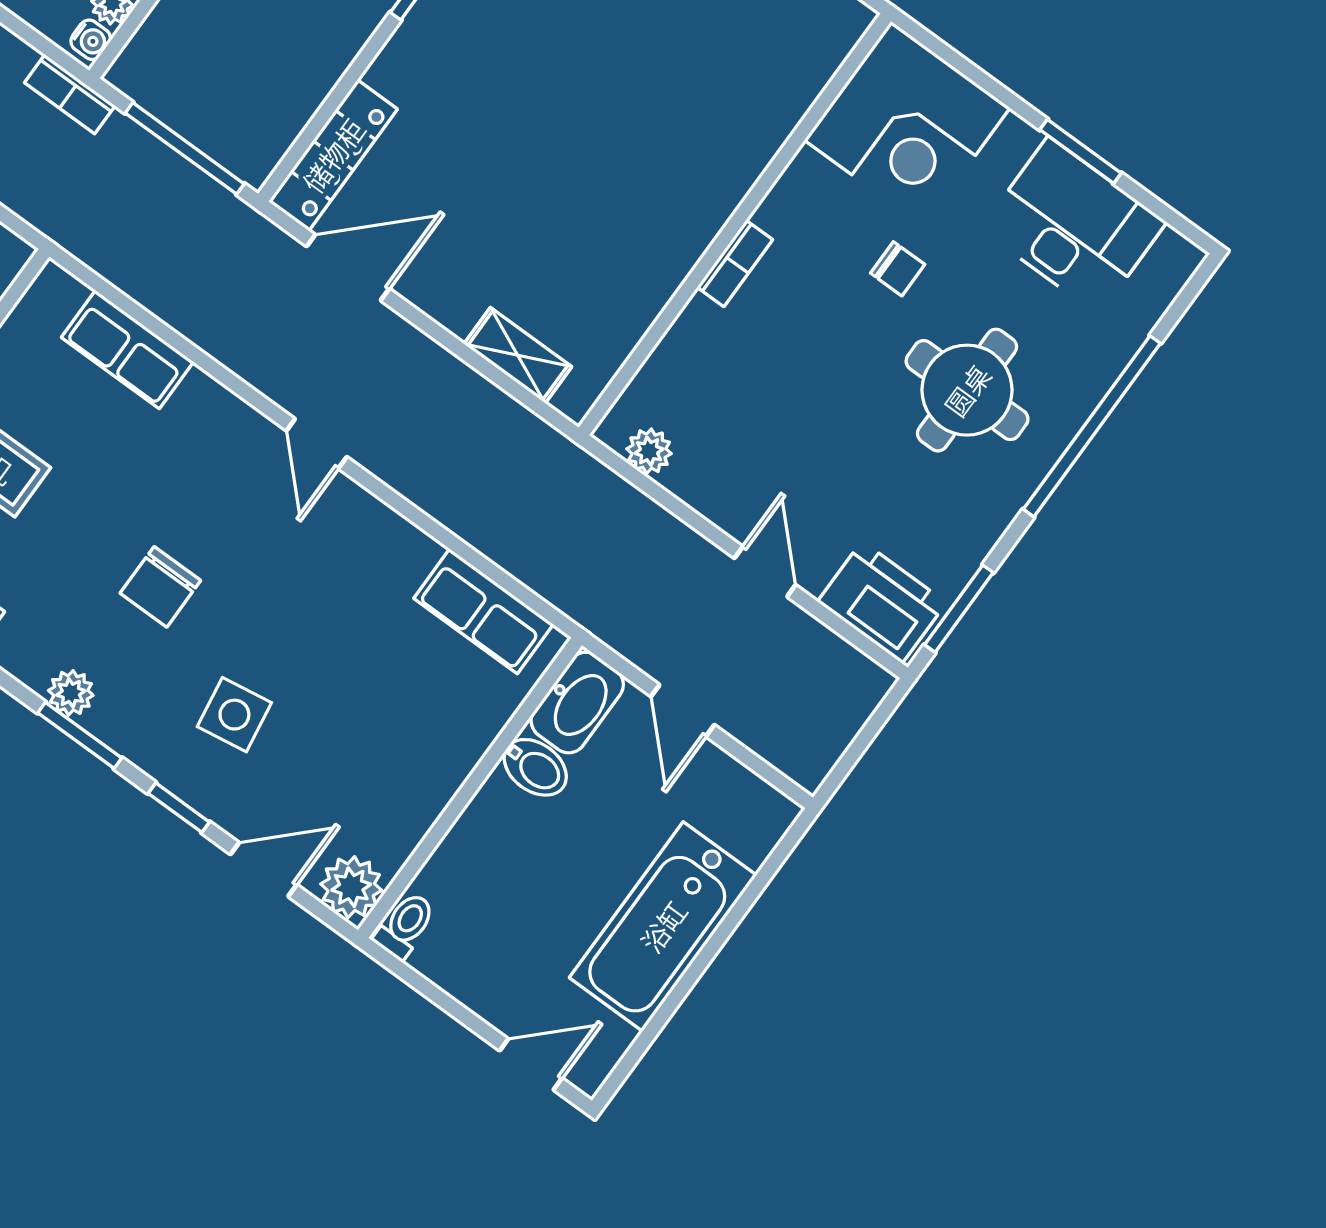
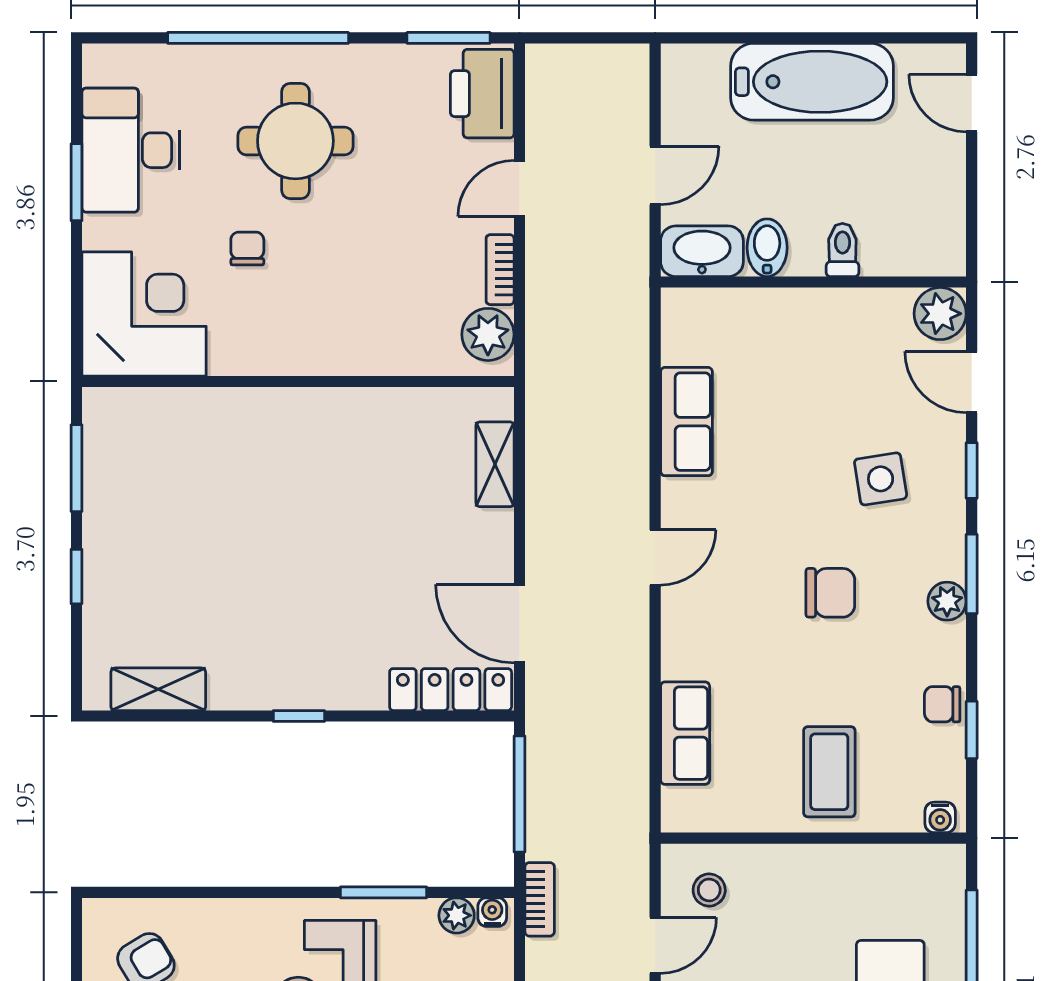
bookcase: (735, 263) -> (500, 270), moved, turned -90
plant: (649, 451) -> (488, 334), width x1.38, depth x1.38
row of seats: (484, 611) -> (686, 422), moved
toilet: (405, 925) -> (842, 250), moved, turned 90

